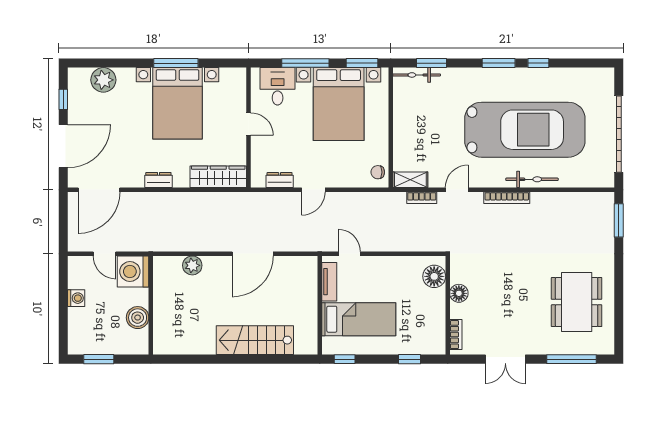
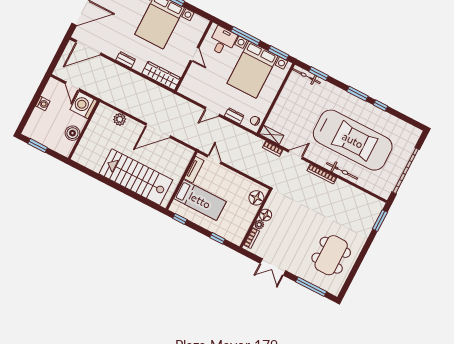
dresser: (280, 180) -> (234, 116), moved
plant: (457, 311) -> (259, 225), added
stairs: (255, 340) -> (136, 177), width x1.36, depth x1.51

